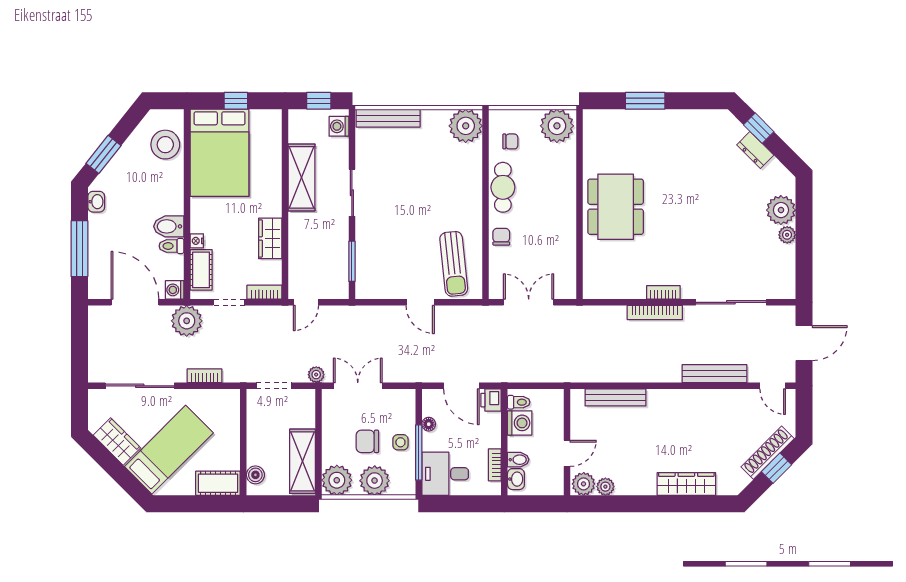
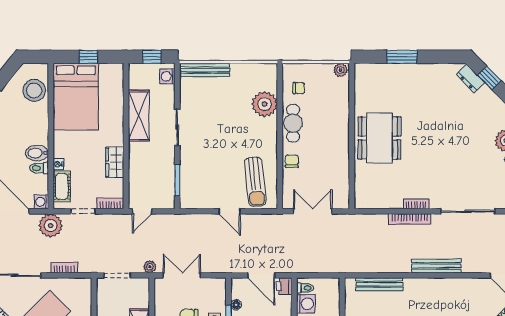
plant: (466, 126) -> (265, 104), moved
plant: (557, 126) -> (340, 70), width x0.53, depth x0.53
dresser: (755, 150) -> (470, 79), moved
bench: (715, 374) -> (436, 266), moved

